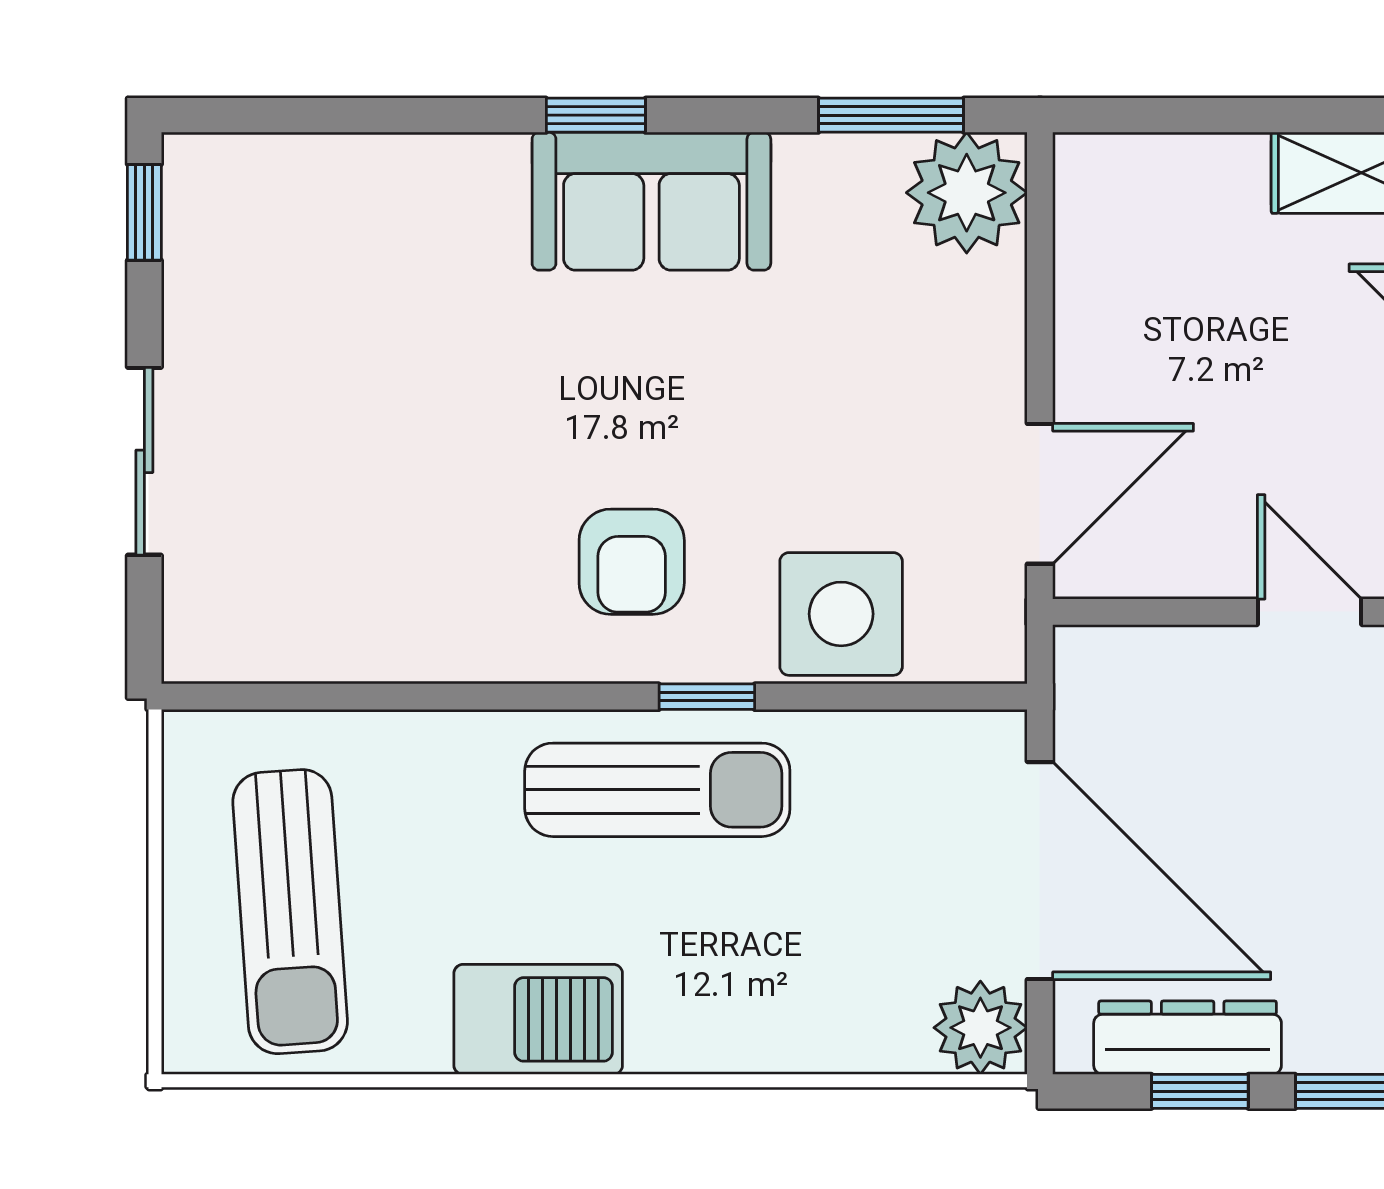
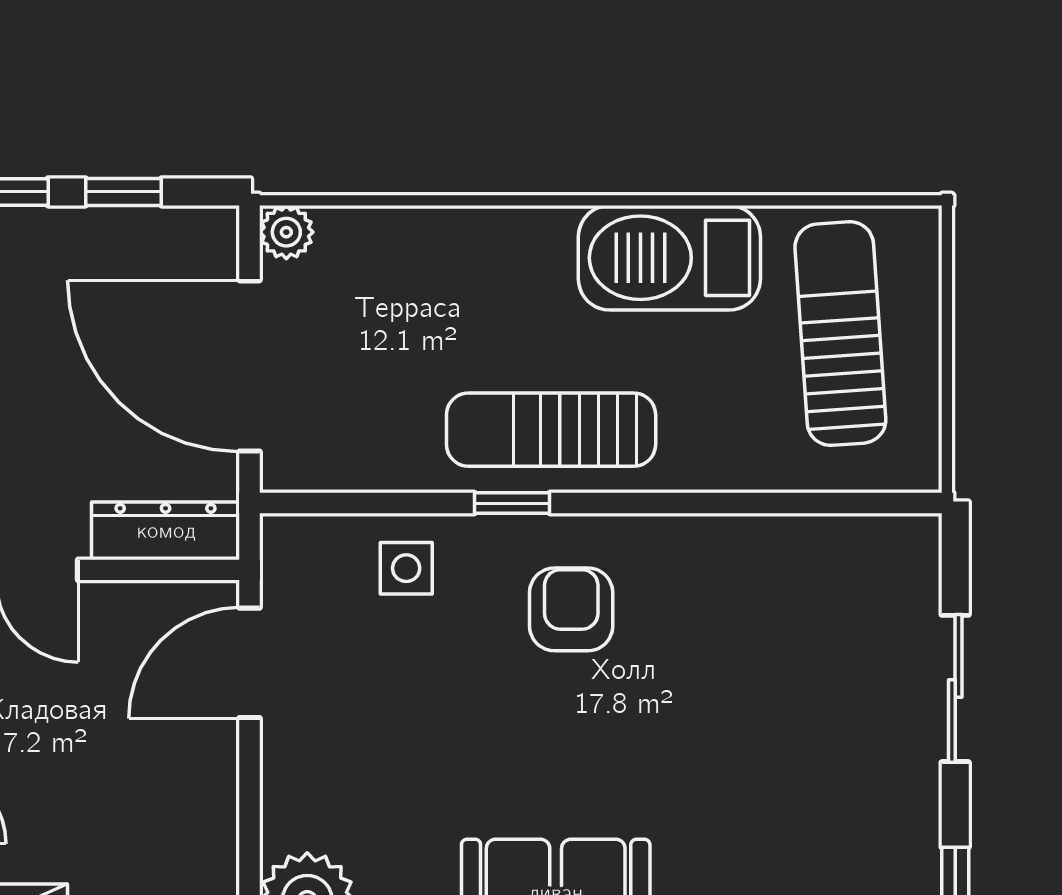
side table: (841, 614) -> (406, 568), width x0.54, depth x0.54
barbecue: (538, 1019) -> (669, 258), width x1.37, depth x1.21
plant: (980, 1028) -> (286, 232), width x0.73, depth x0.73
dresser: (1188, 1038) -> (166, 531), moved, turned 180

